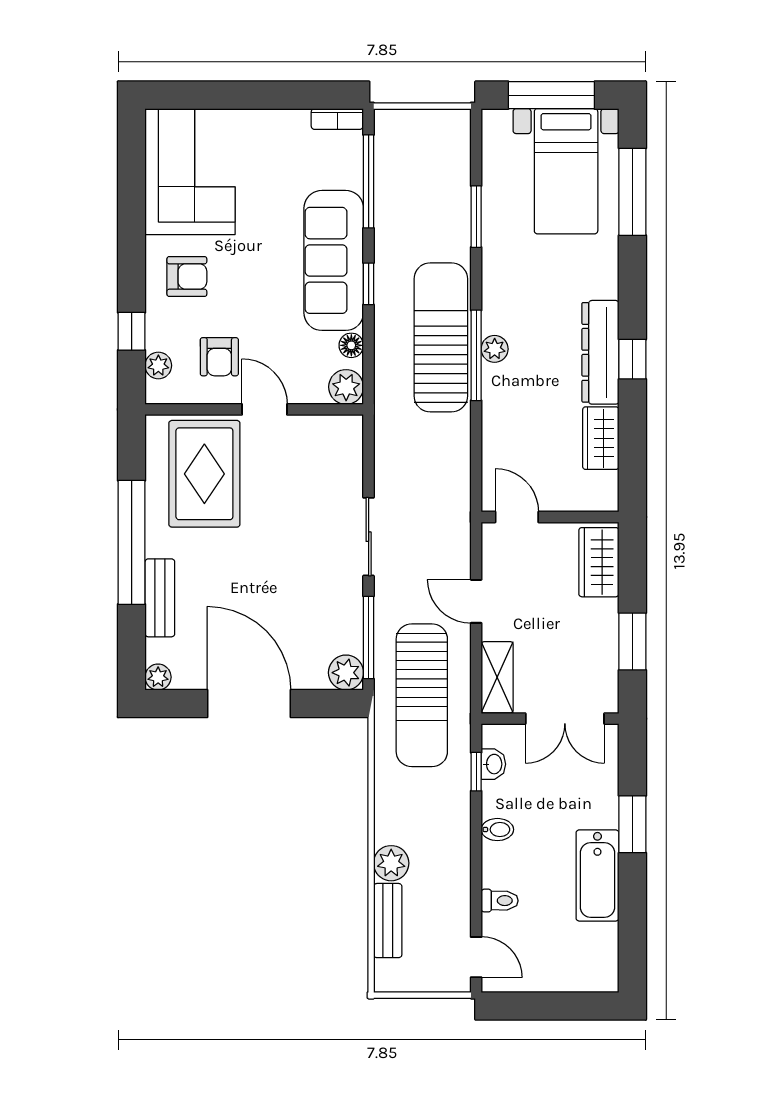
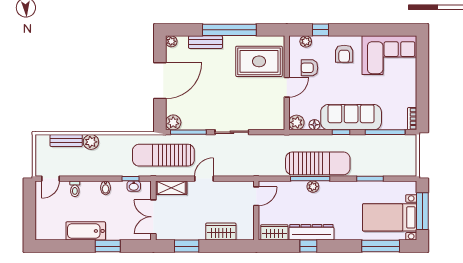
door: (517, 517) -> (256, 196), moved
wall: (550, 517) -> (256, 210), moved

